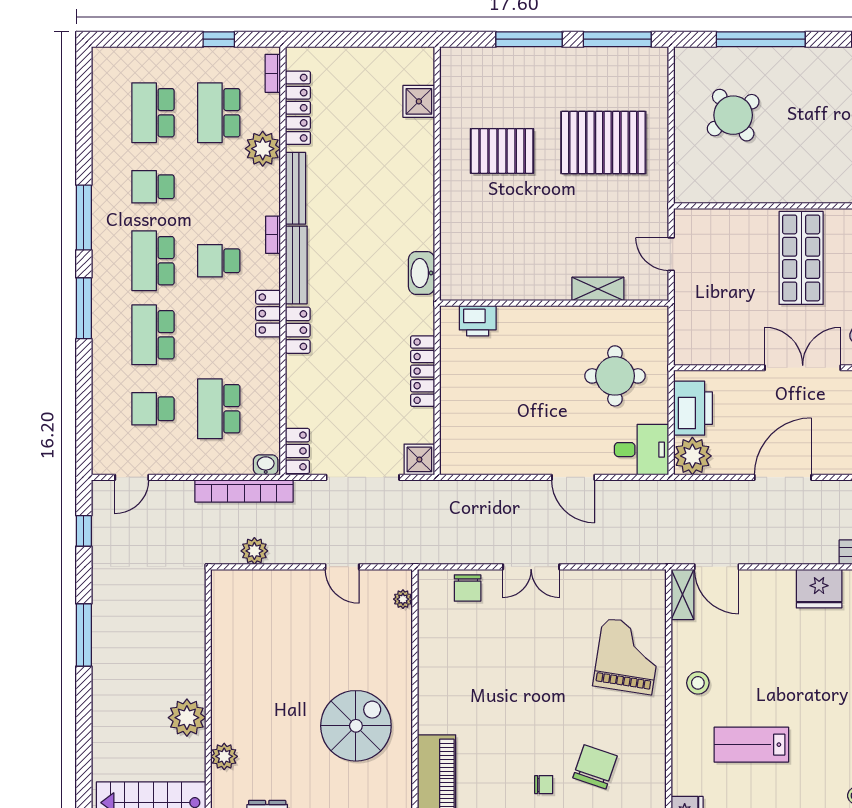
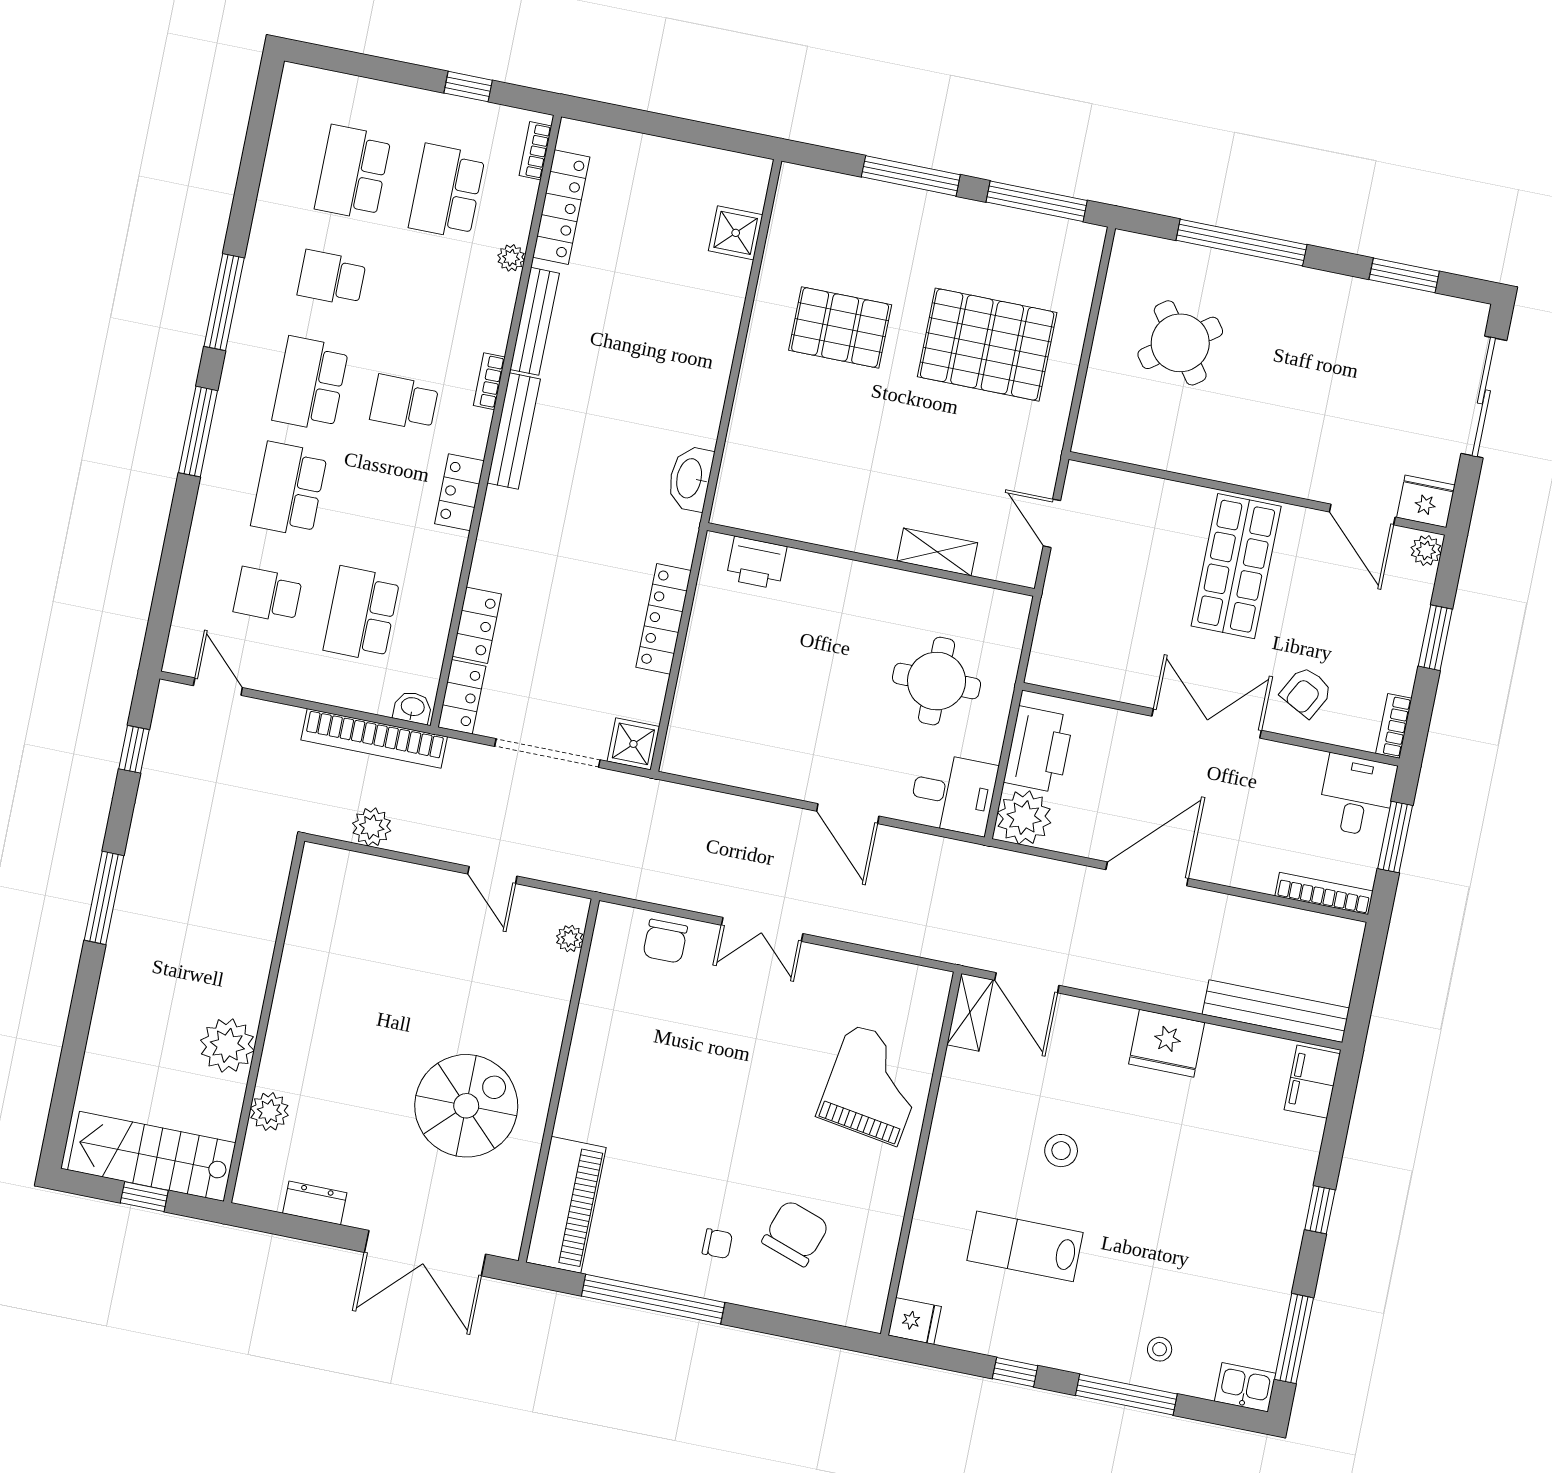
plant: (263, 149) -> (511, 258), width x0.53, depth x0.53
locker: (298, 330) -> (477, 625), moved
door: (132, 477) -> (218, 687), swing flipped
stool: (698, 683) -> (1061, 1151), moved

